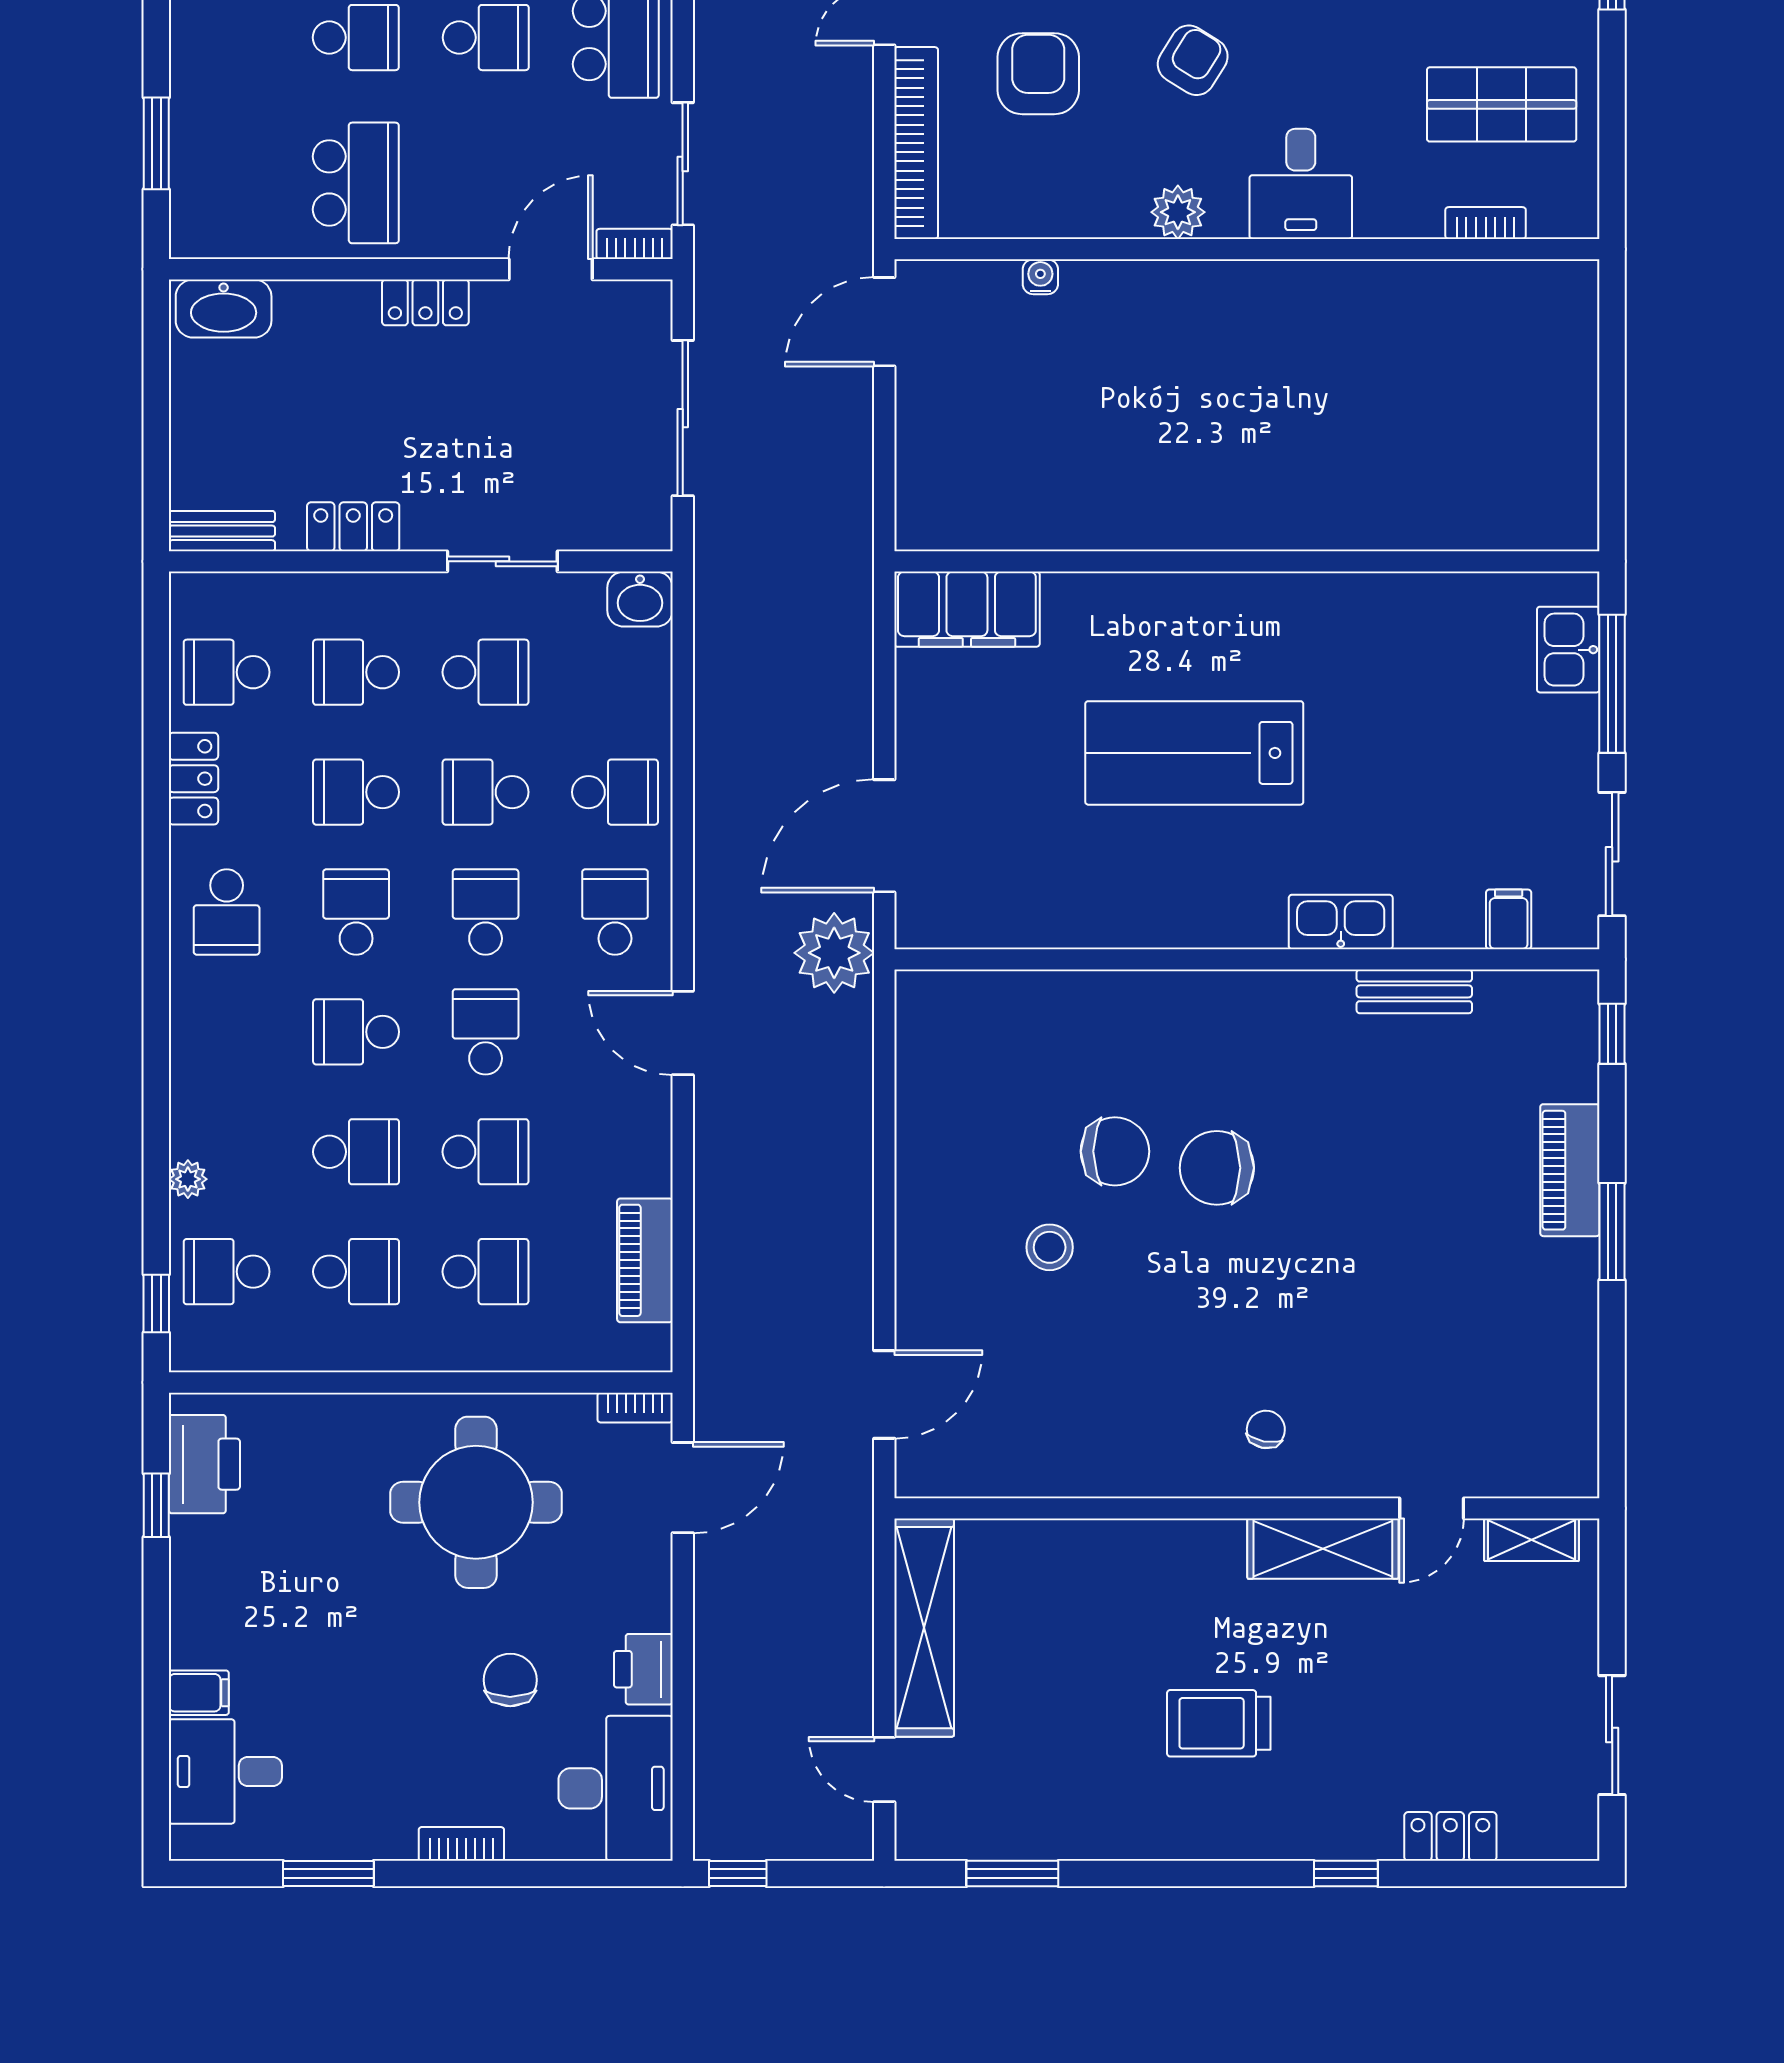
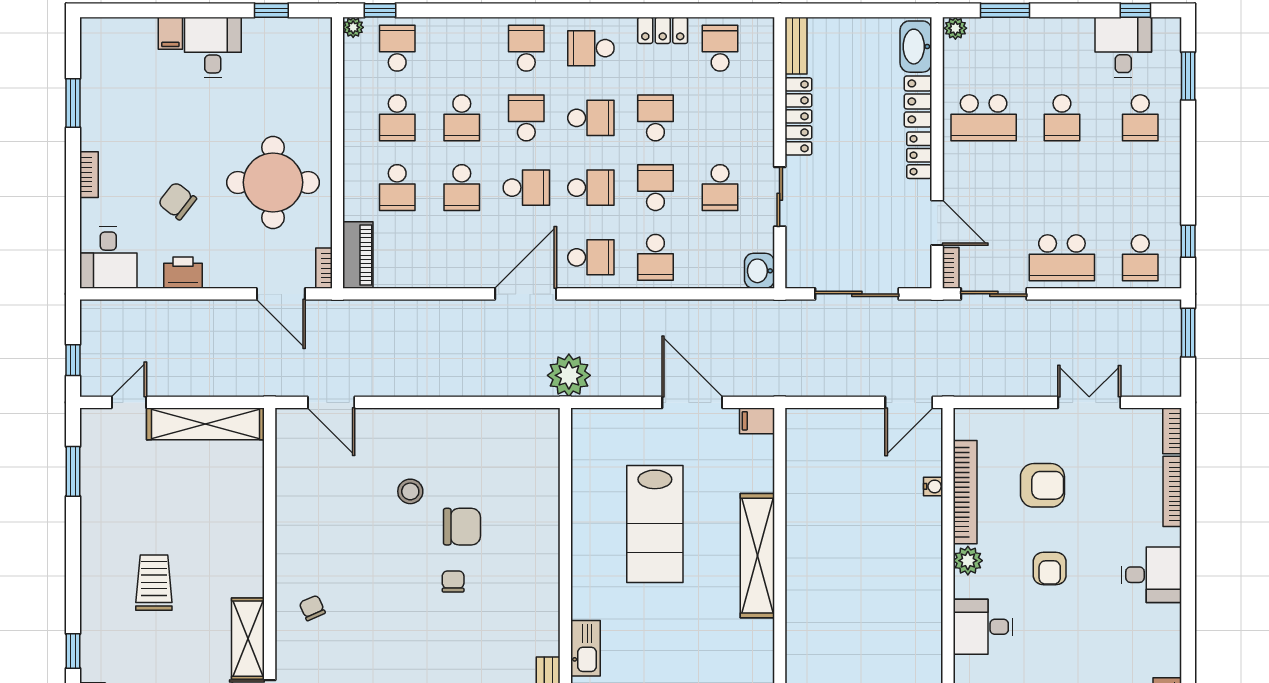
school desk: (486, 38) -> (1062, 188), removed
armchair: (1193, 60) -> (1050, 568), turned 58
bookcase: (916, 143) -> (965, 492), moved, turned -90
plant: (190, 235) -> (955, 28), added
locker: (326, 305) -> (918, 101), added
door: (884, 322) -> (909, 402), swing flipped
locker: (353, 527) -> (798, 116), width x1.53
shelving: (1169, 603) -> (757, 556), added
filing cabinet: (967, 609) -> (757, 421), width x0.33, depth x0.86
school desk: (356, 672) -> (526, 48), moved
lab bench: (1194, 753) -> (655, 524), moved, turned 180
door: (884, 836) -> (692, 402), moved
door: (683, 1033) -> (526, 294), width x1.36
chair: (1115, 1151) -> (462, 527), turned -90
chair: (1217, 1168) -> (453, 582), width x0.54, depth x0.54
plant: (188, 1179) -> (353, 27), moved
piano: (645, 1260) -> (358, 255), moved, turned 90
chair: (1266, 1429) -> (312, 608), turned -125
printer: (204, 1464) -> (294, 36), removed
chair: (510, 1680) -> (177, 201), turned -142
desk: (225, 1771) -> (213, 47), moved
desk: (616, 1788) -> (108, 258), width x0.73
window: (738, 1874) -> (73, 360), moved

